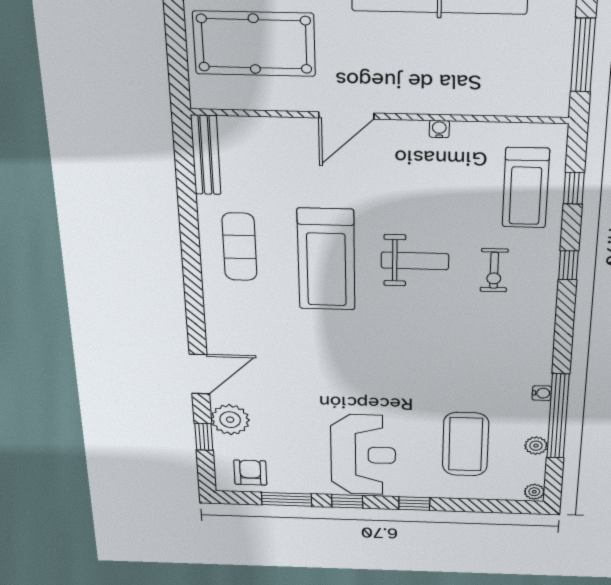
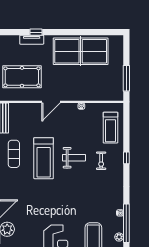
window: (574, 188) -> (126, 127), removed

